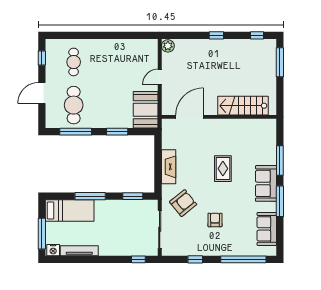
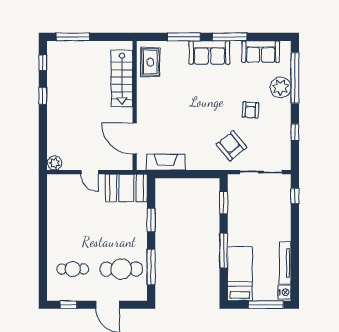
window: (216, 35) -> (43, 96), moved
fireplace: (169, 167) -> (166, 162), moved
rug: (223, 169) -> (150, 62), moved, turned 90
armchair: (215, 220) -> (250, 110), turned -86
plant: (235, 247) -> (280, 87), added

